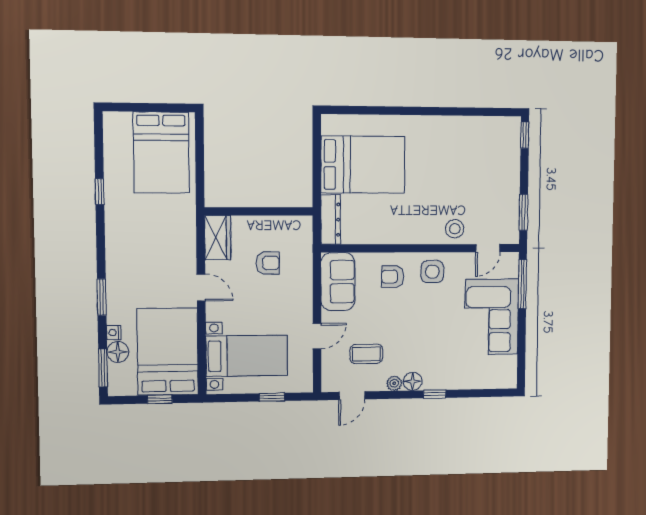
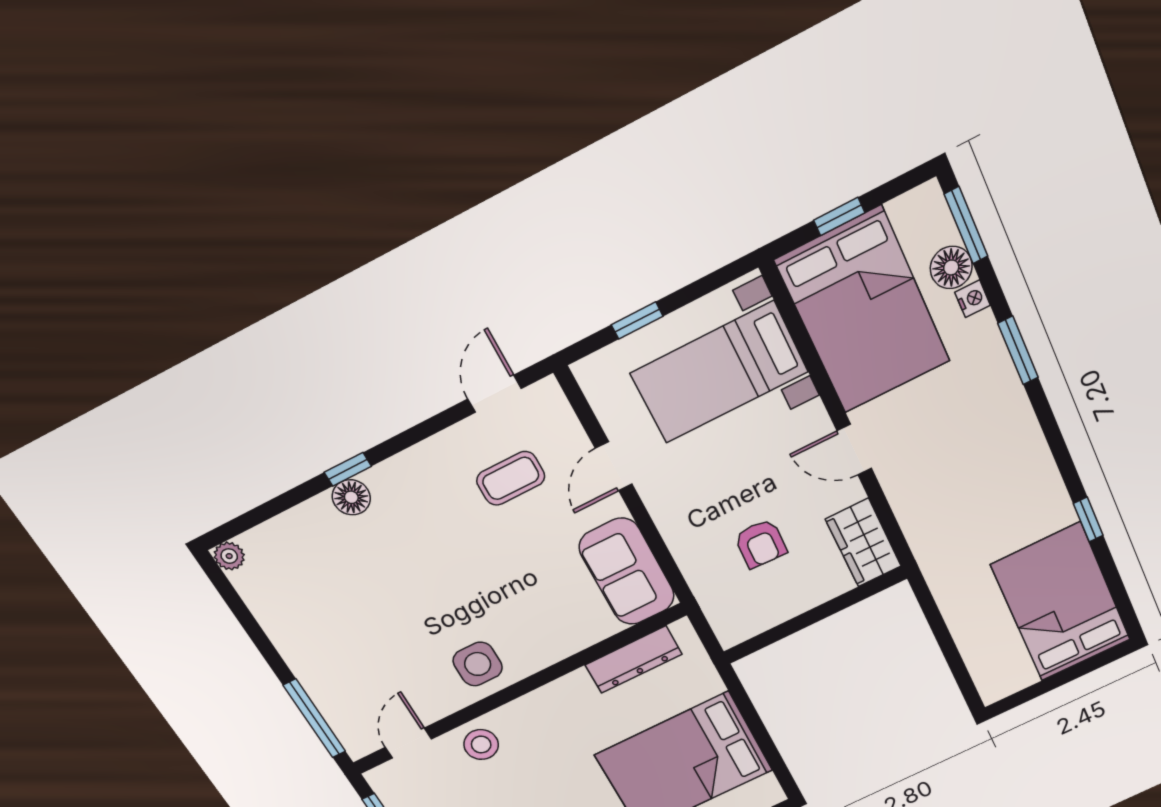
bed: (161, 153) -> (1061, 602), moved
dresser: (331, 220) -> (634, 660), moved, turned -90
armchair: (268, 263) -> (761, 544), turned -88
armchair: (393, 277) -> (539, 624), removed
corner sofa: (492, 317) -> (332, 644), removed
floor lamp: (413, 381) -> (351, 497), moved
plant: (394, 383) -> (229, 556), moved

